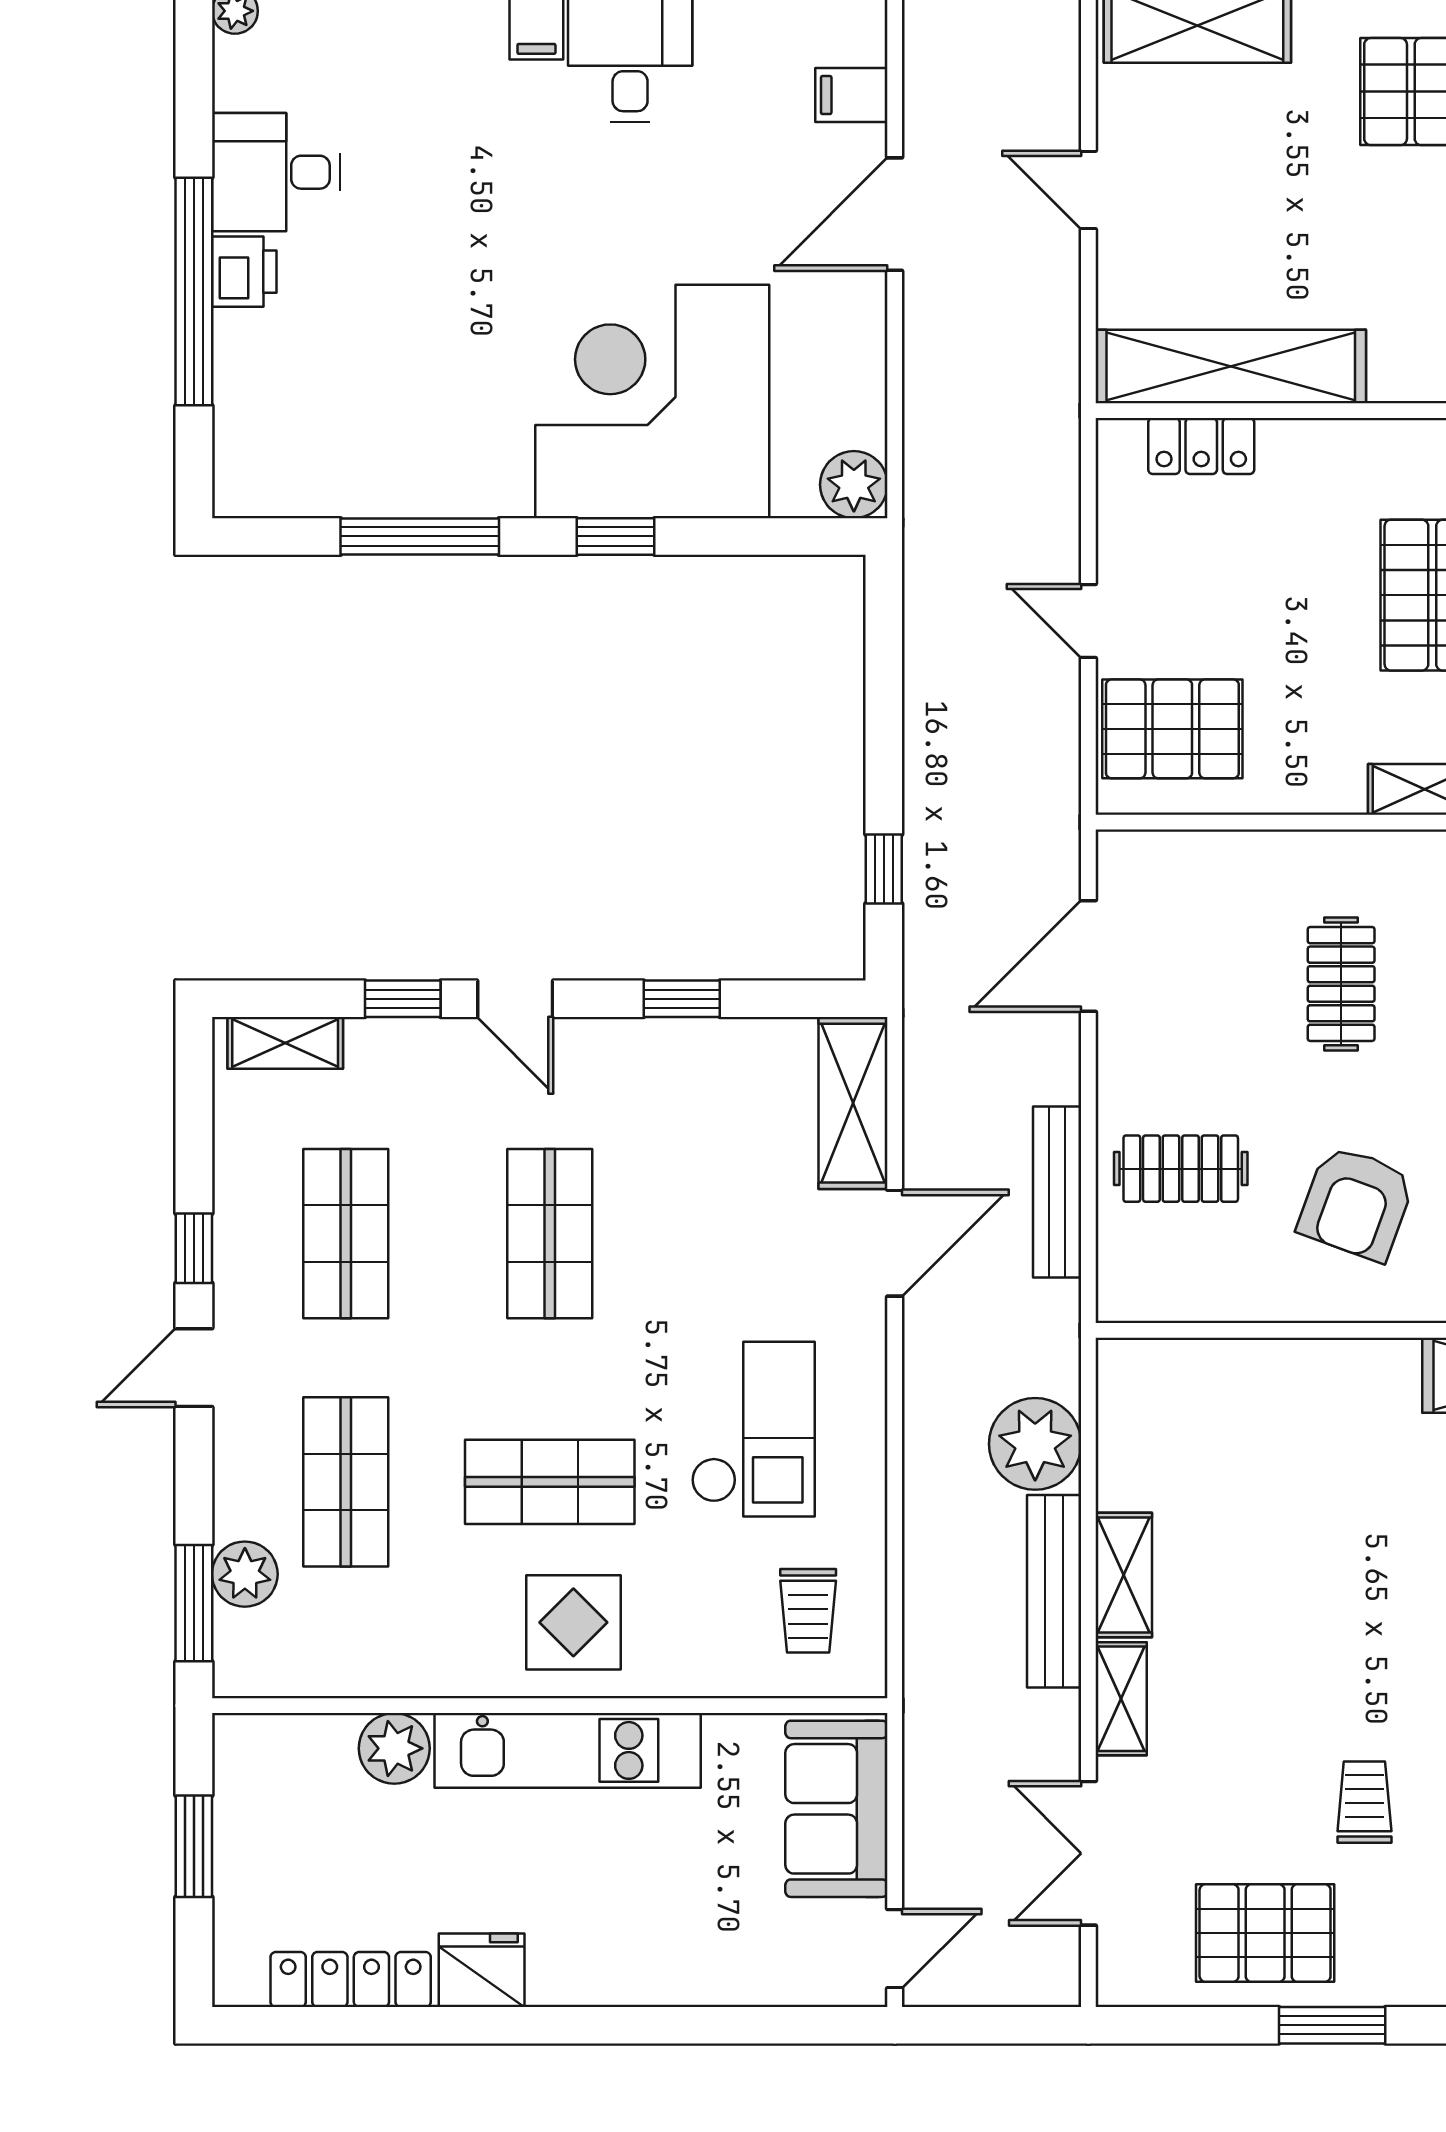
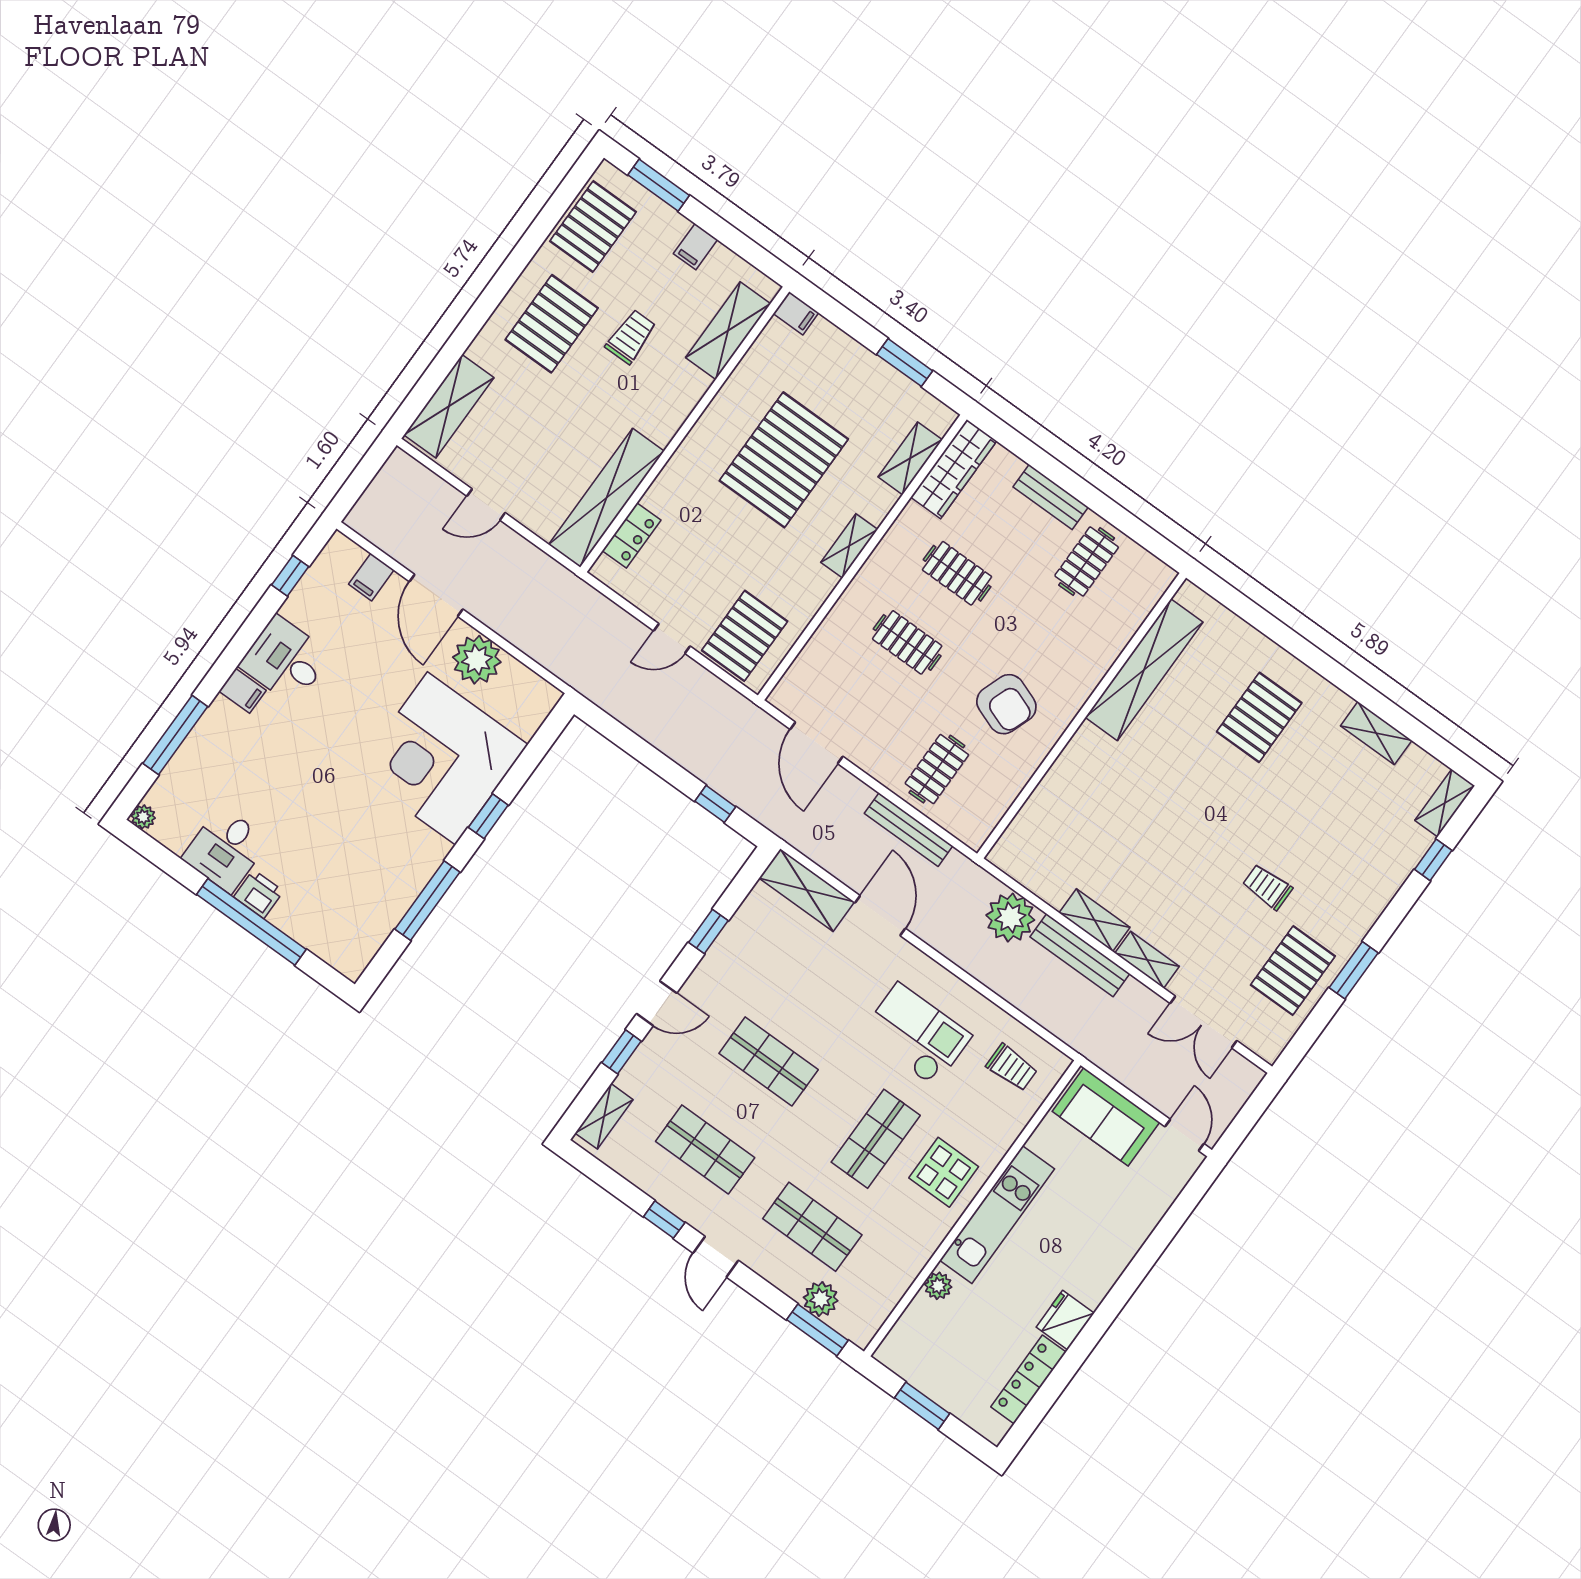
plant: (854, 485) -> (477, 660), moved, width x1.36, depth x1.36
plant: (394, 1748) -> (938, 1286), width x0.73, depth x0.73

